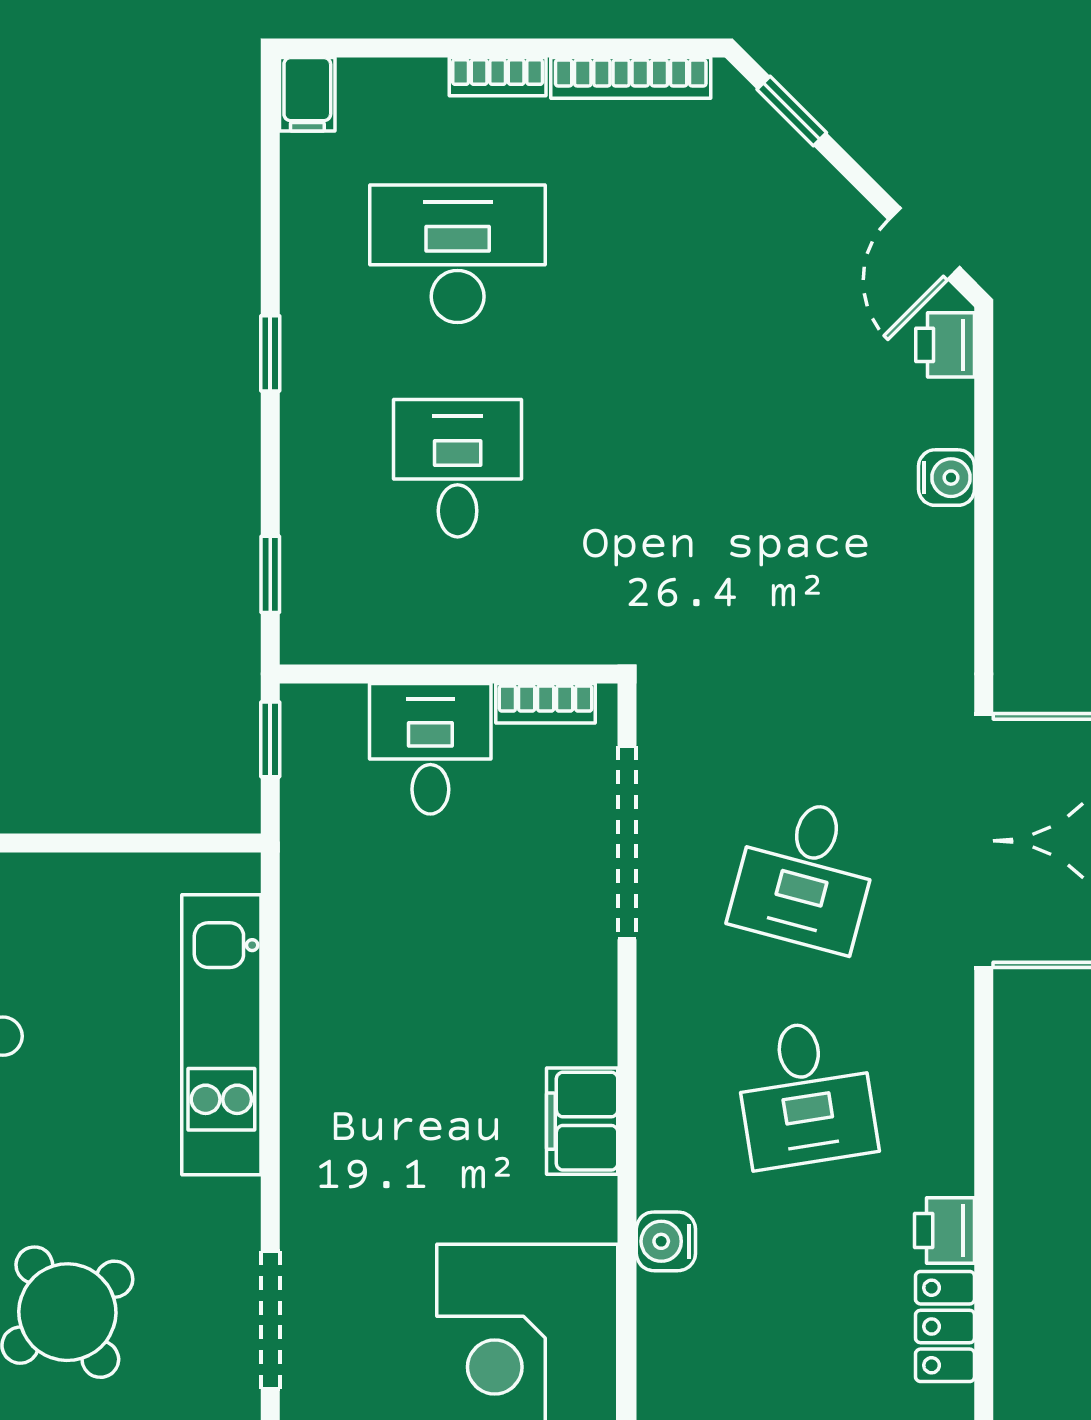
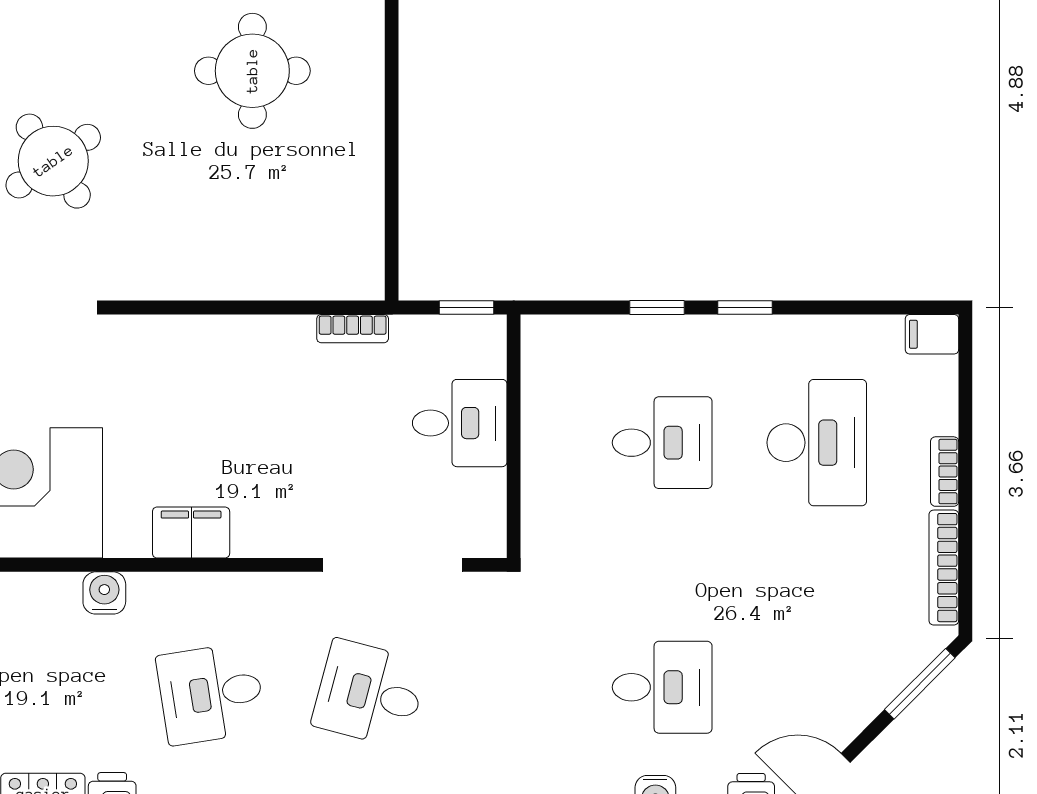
window: (792, 111) -> (920, 684), width x1.50
desk: (797, 468) -> (662, 687), added
window: (270, 574) -> (657, 307), moved
bookcase: (546, 703) -> (353, 329), moved, turned -90
kitchen unit: (221, 1035) -> (253, 272), removed

